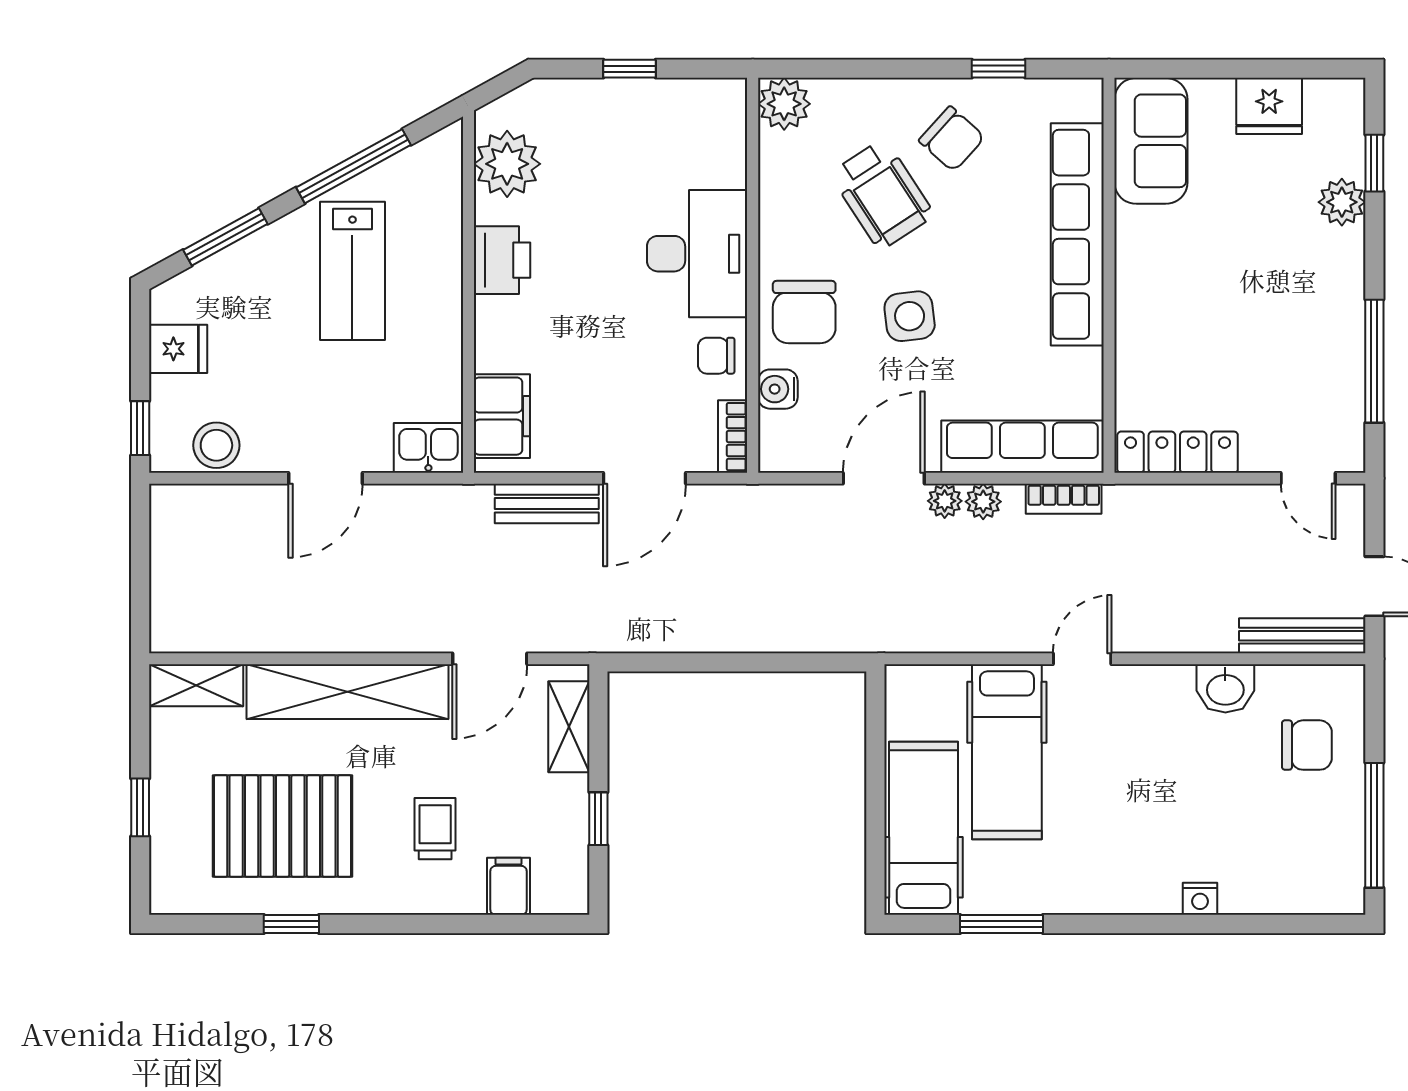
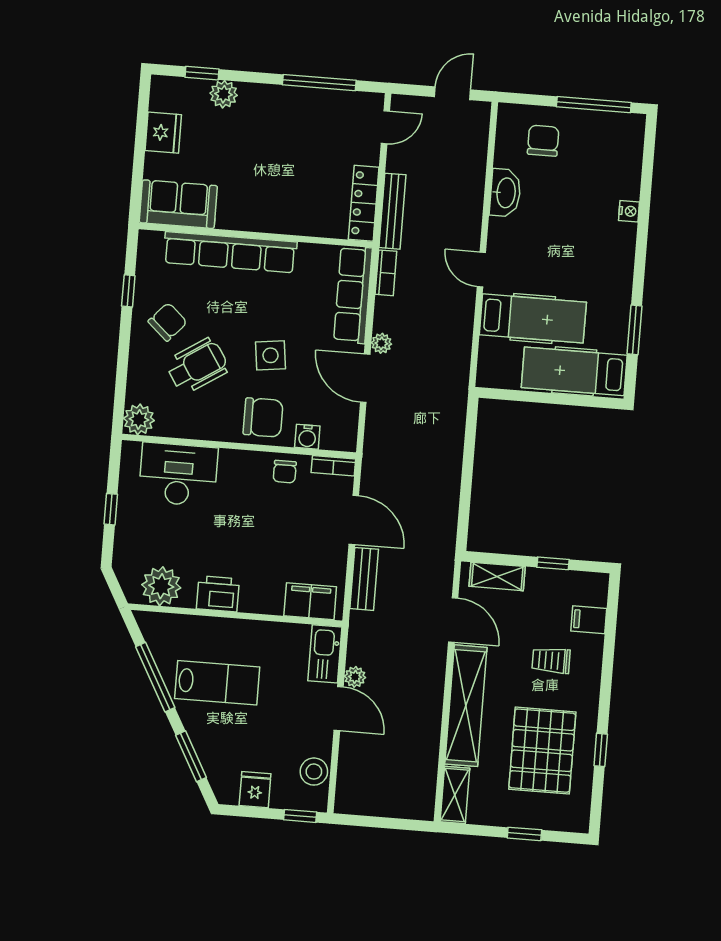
desk: (697, 254) -> (178, 474), moved
kitchen sink: (428, 448) -> (325, 654), width x1.38
plant: (983, 502) -> (355, 677), moved
bench: (1302, 636) -> (392, 211), moved
washbasin: (1225, 688) -> (505, 193), width x1.38

